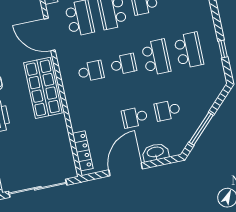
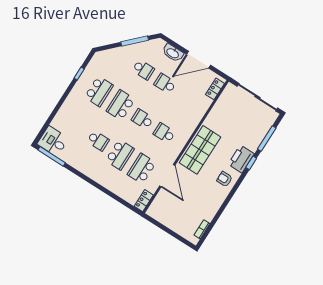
school desk: (189, 50) -> (99, 91), turned 180
school desk: (135, 117) -> (165, 84), turned 180
locker: (83, 151) -> (215, 89), width x0.66

